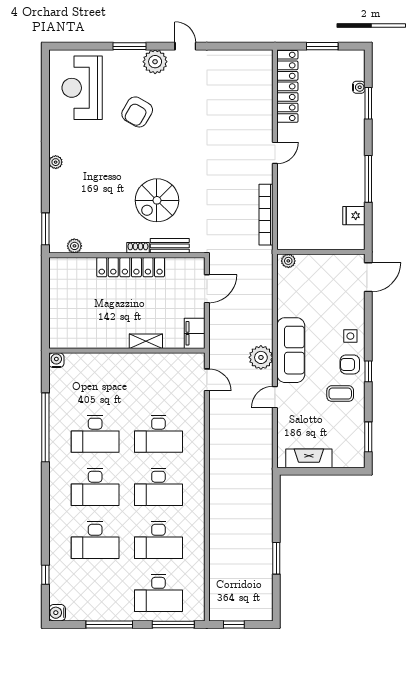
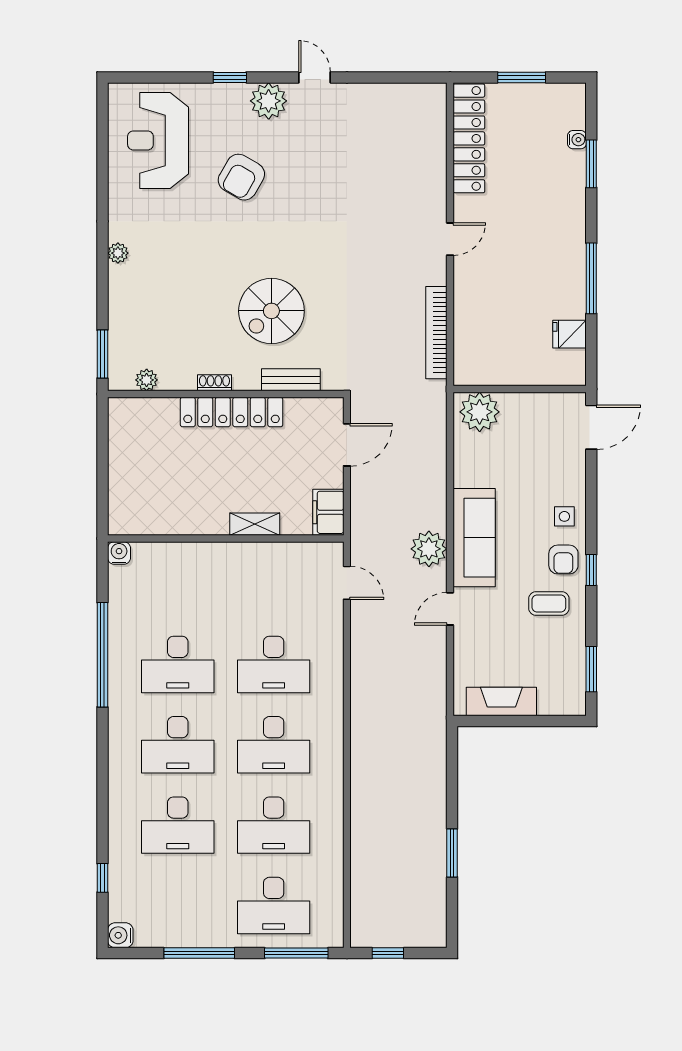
window: (130, 46) -> (230, 77), width x0.67
shoe rack: (138, 248) -> (214, 383), moved
plant: (288, 261) -> (480, 412), width x1.87, depth x1.87
armchair: (350, 364) -> (563, 559), turned -90

